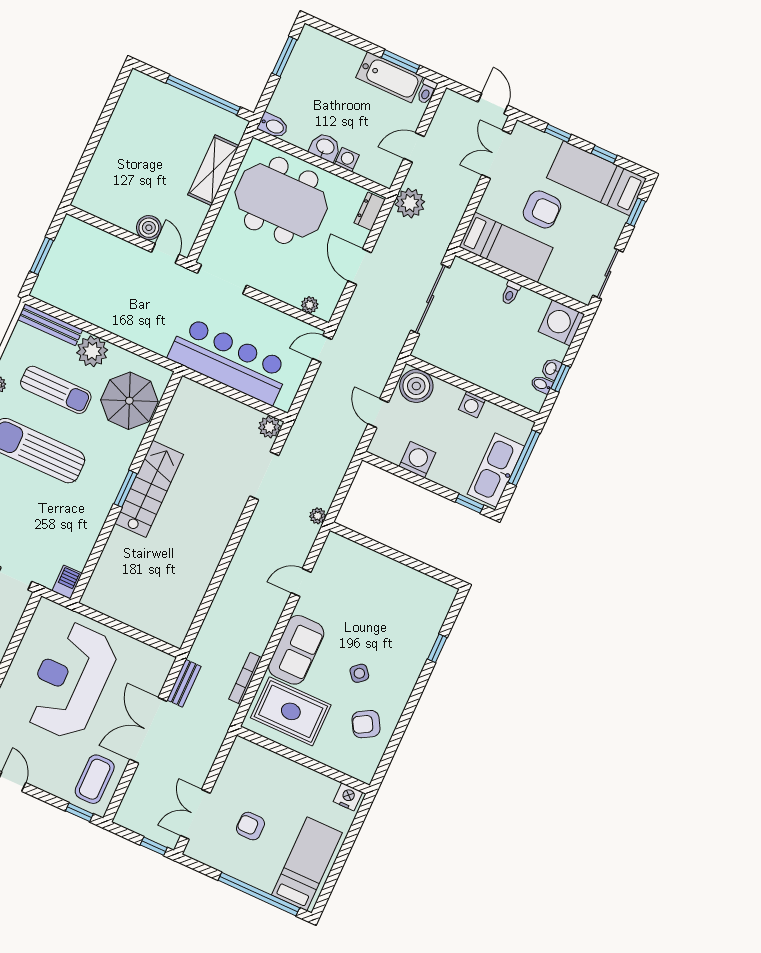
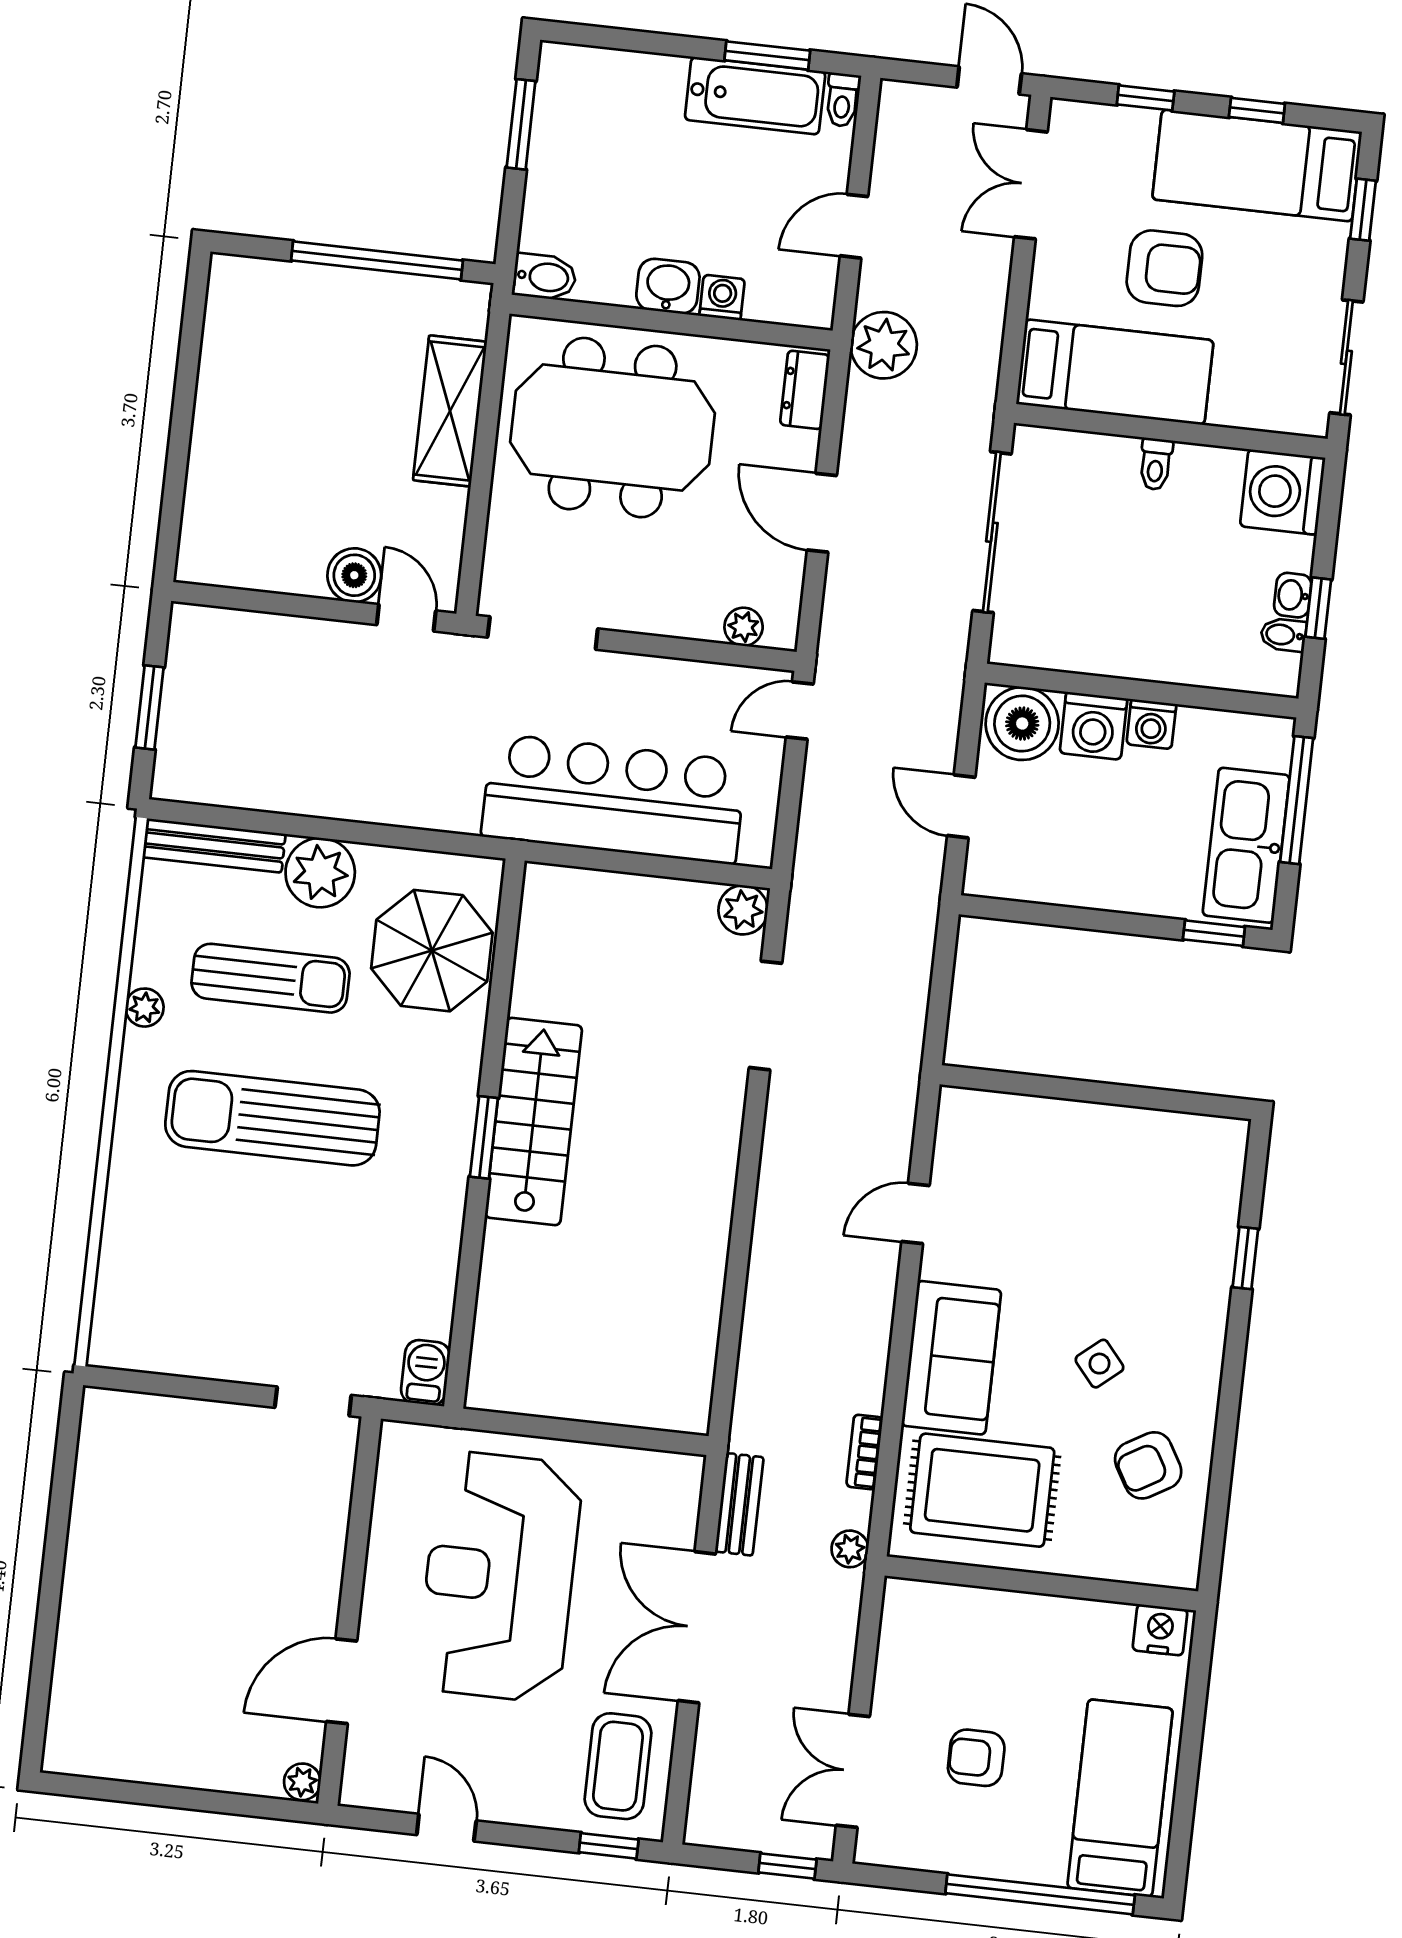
washing machine: (417, 460) -> (1093, 726), moved, turned 180
plant: (318, 516) -> (850, 1549), moved
bookcase: (245, 678) -> (865, 1452), width x0.64

